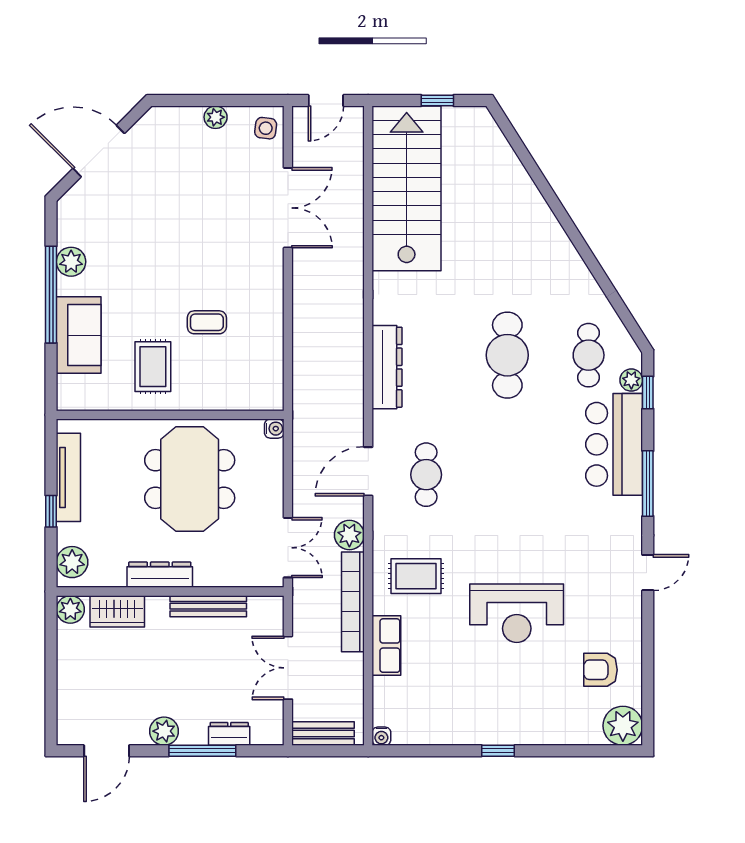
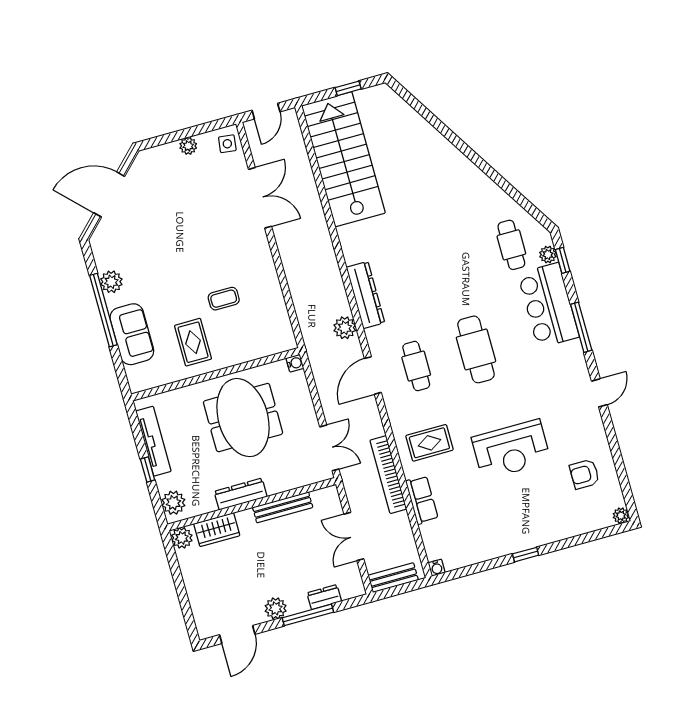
cafe table: (507, 355) -> (476, 349), moved
plant: (349, 535) -> (345, 328), moved
plant: (623, 726) -> (621, 516), width x0.53, depth x0.53

